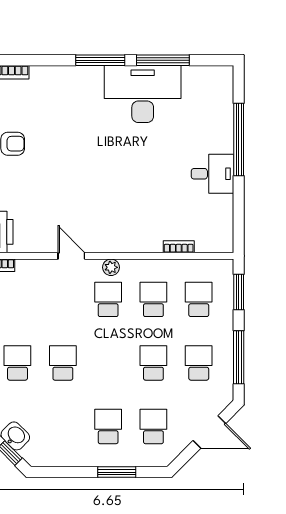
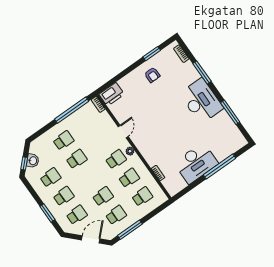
window: (100, 60) -> (202, 72), moved
desk: (143, 94) -> (201, 101), moved
desk: (212, 174) -> (196, 163), width x1.87, depth x1.30
window: (239, 292) -> (157, 211), removed
school desk: (63, 426) -> (50, 178), added
door: (209, 432) -> (91, 239), swing flipped

